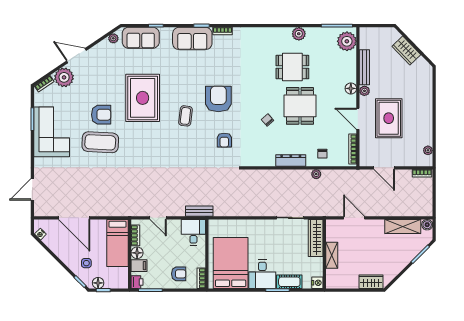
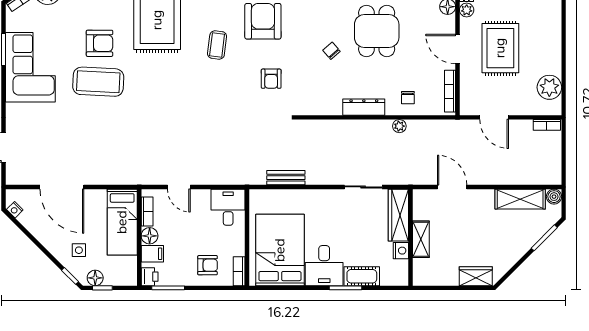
plant: (428, 150) -> (549, 87), width x1.87, depth x1.87
bench: (199, 211) -> (286, 178), moved
nightstand: (317, 283) -> (401, 251), moved

